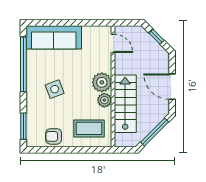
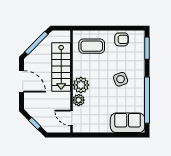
sofa: (54, 37) -> (128, 123), width x0.73
plant: (104, 100) -> (79, 100), moved

